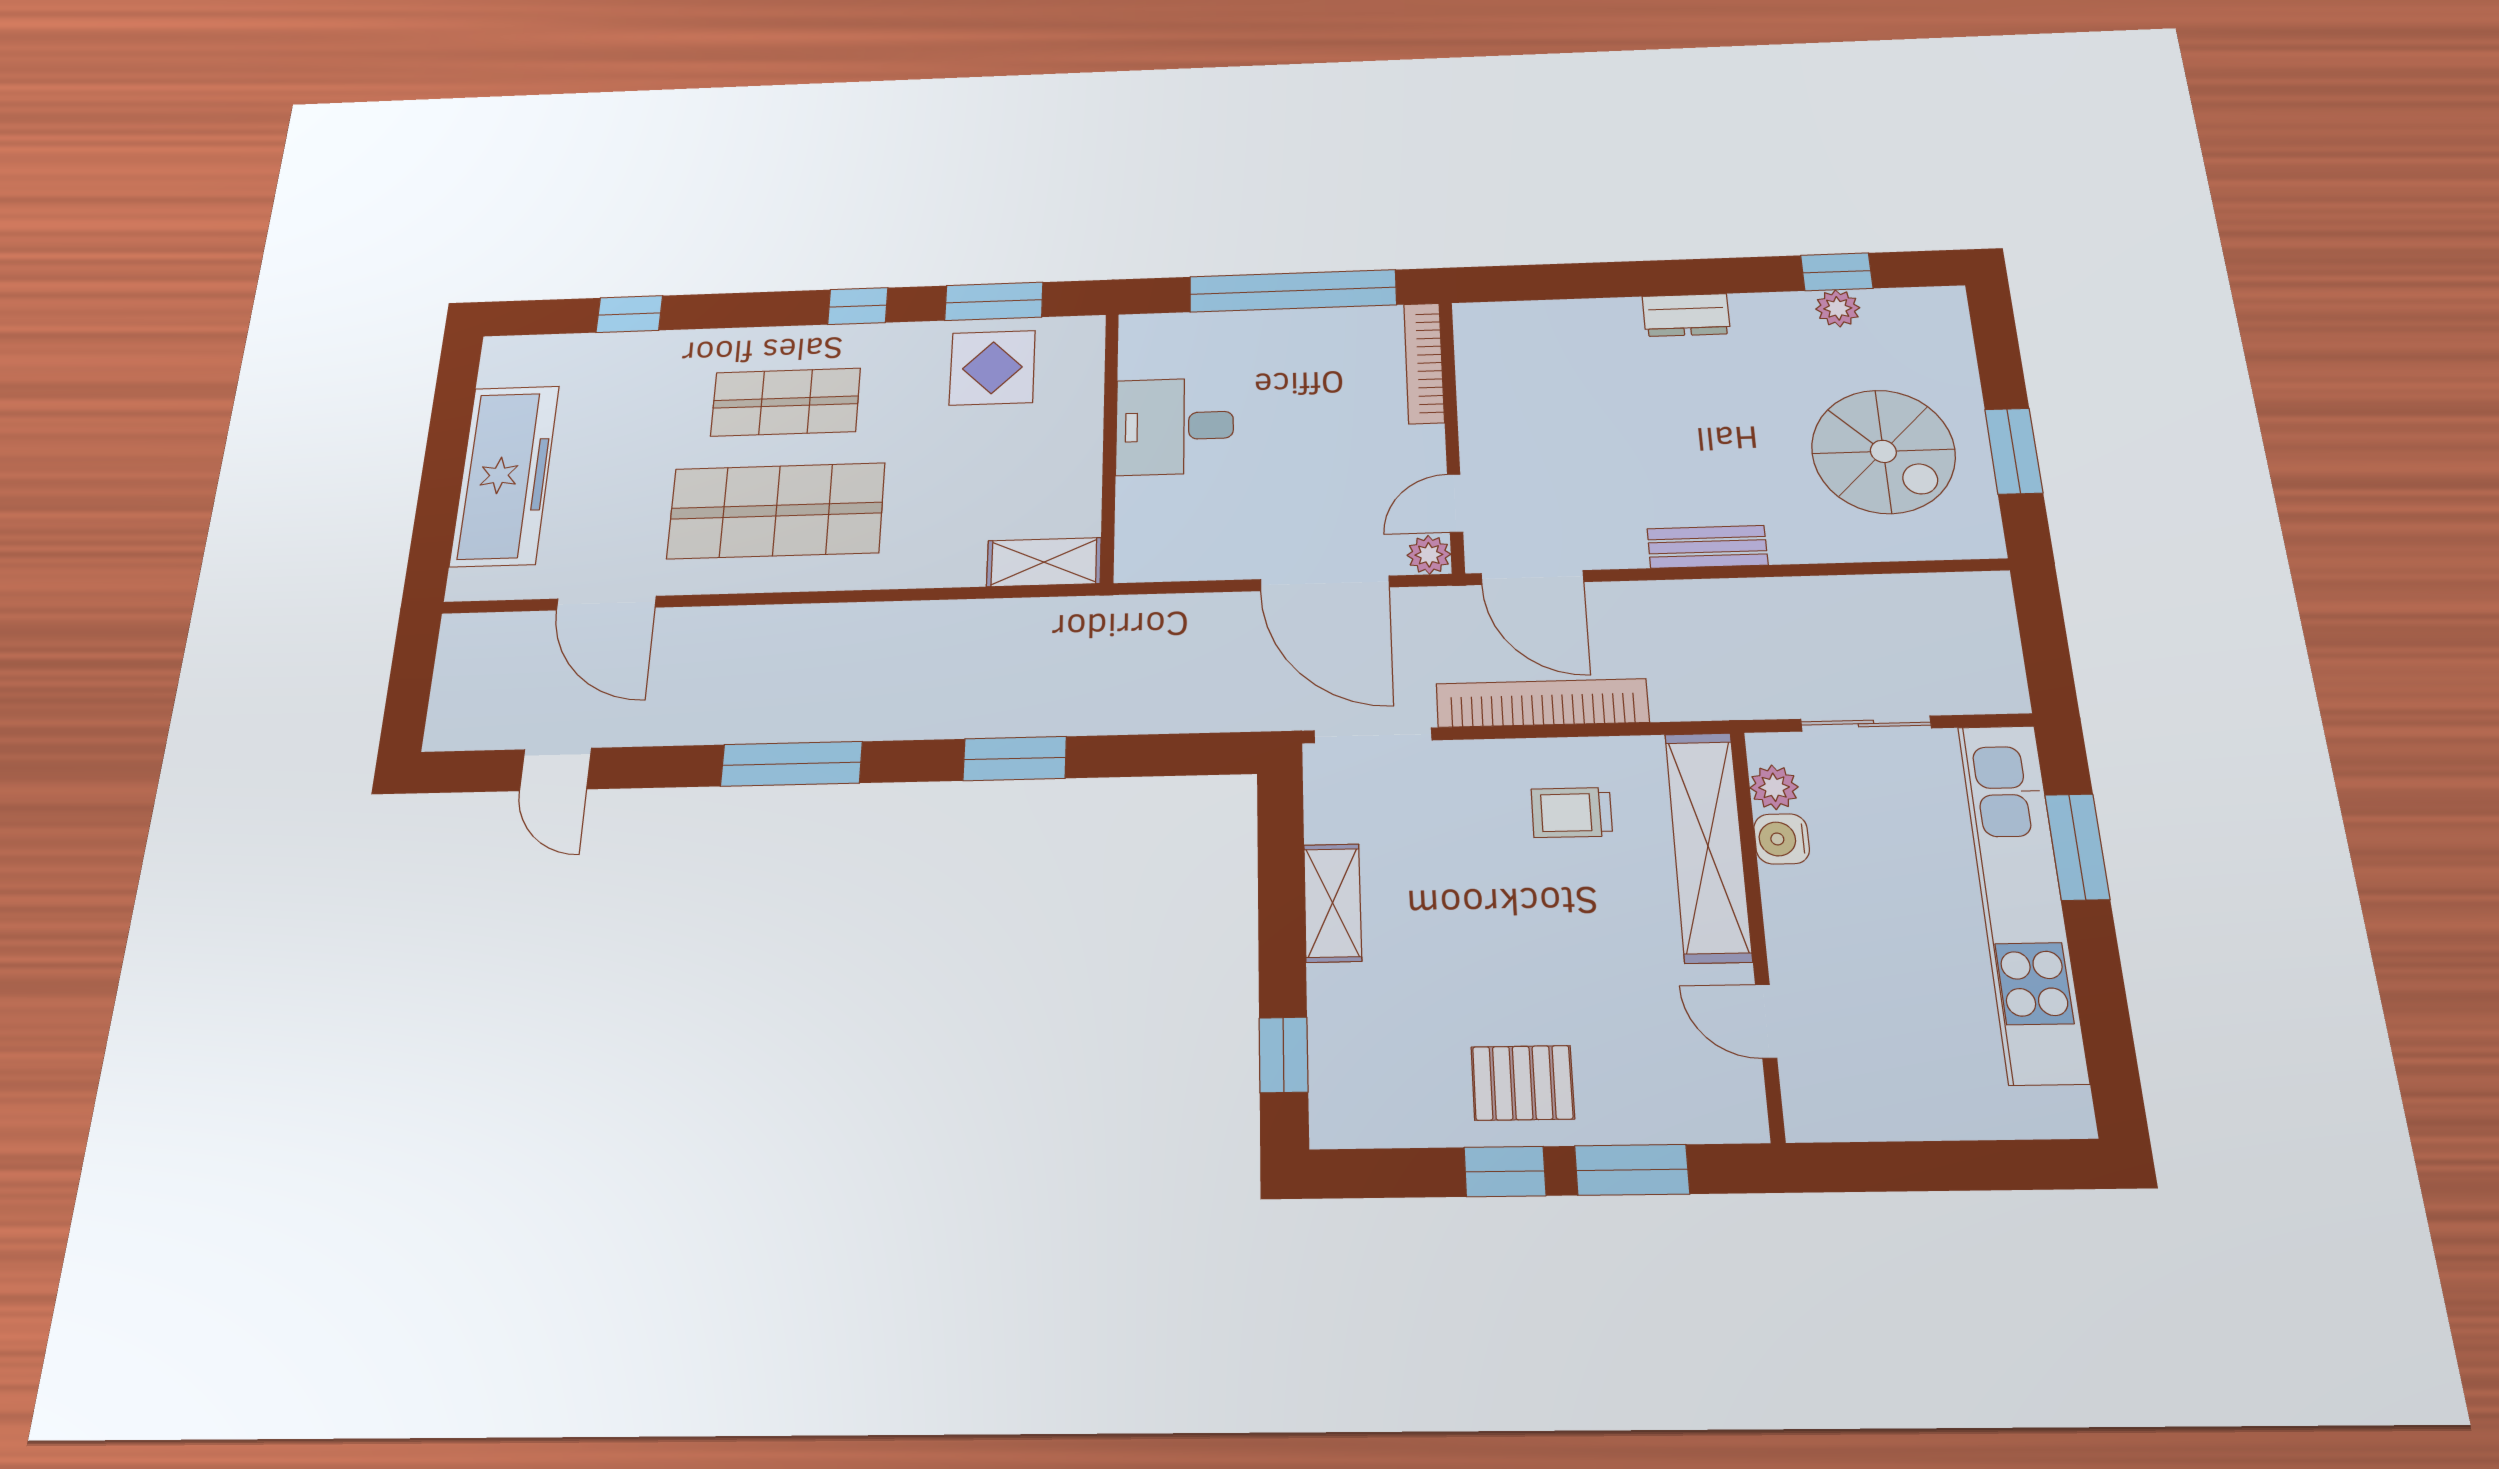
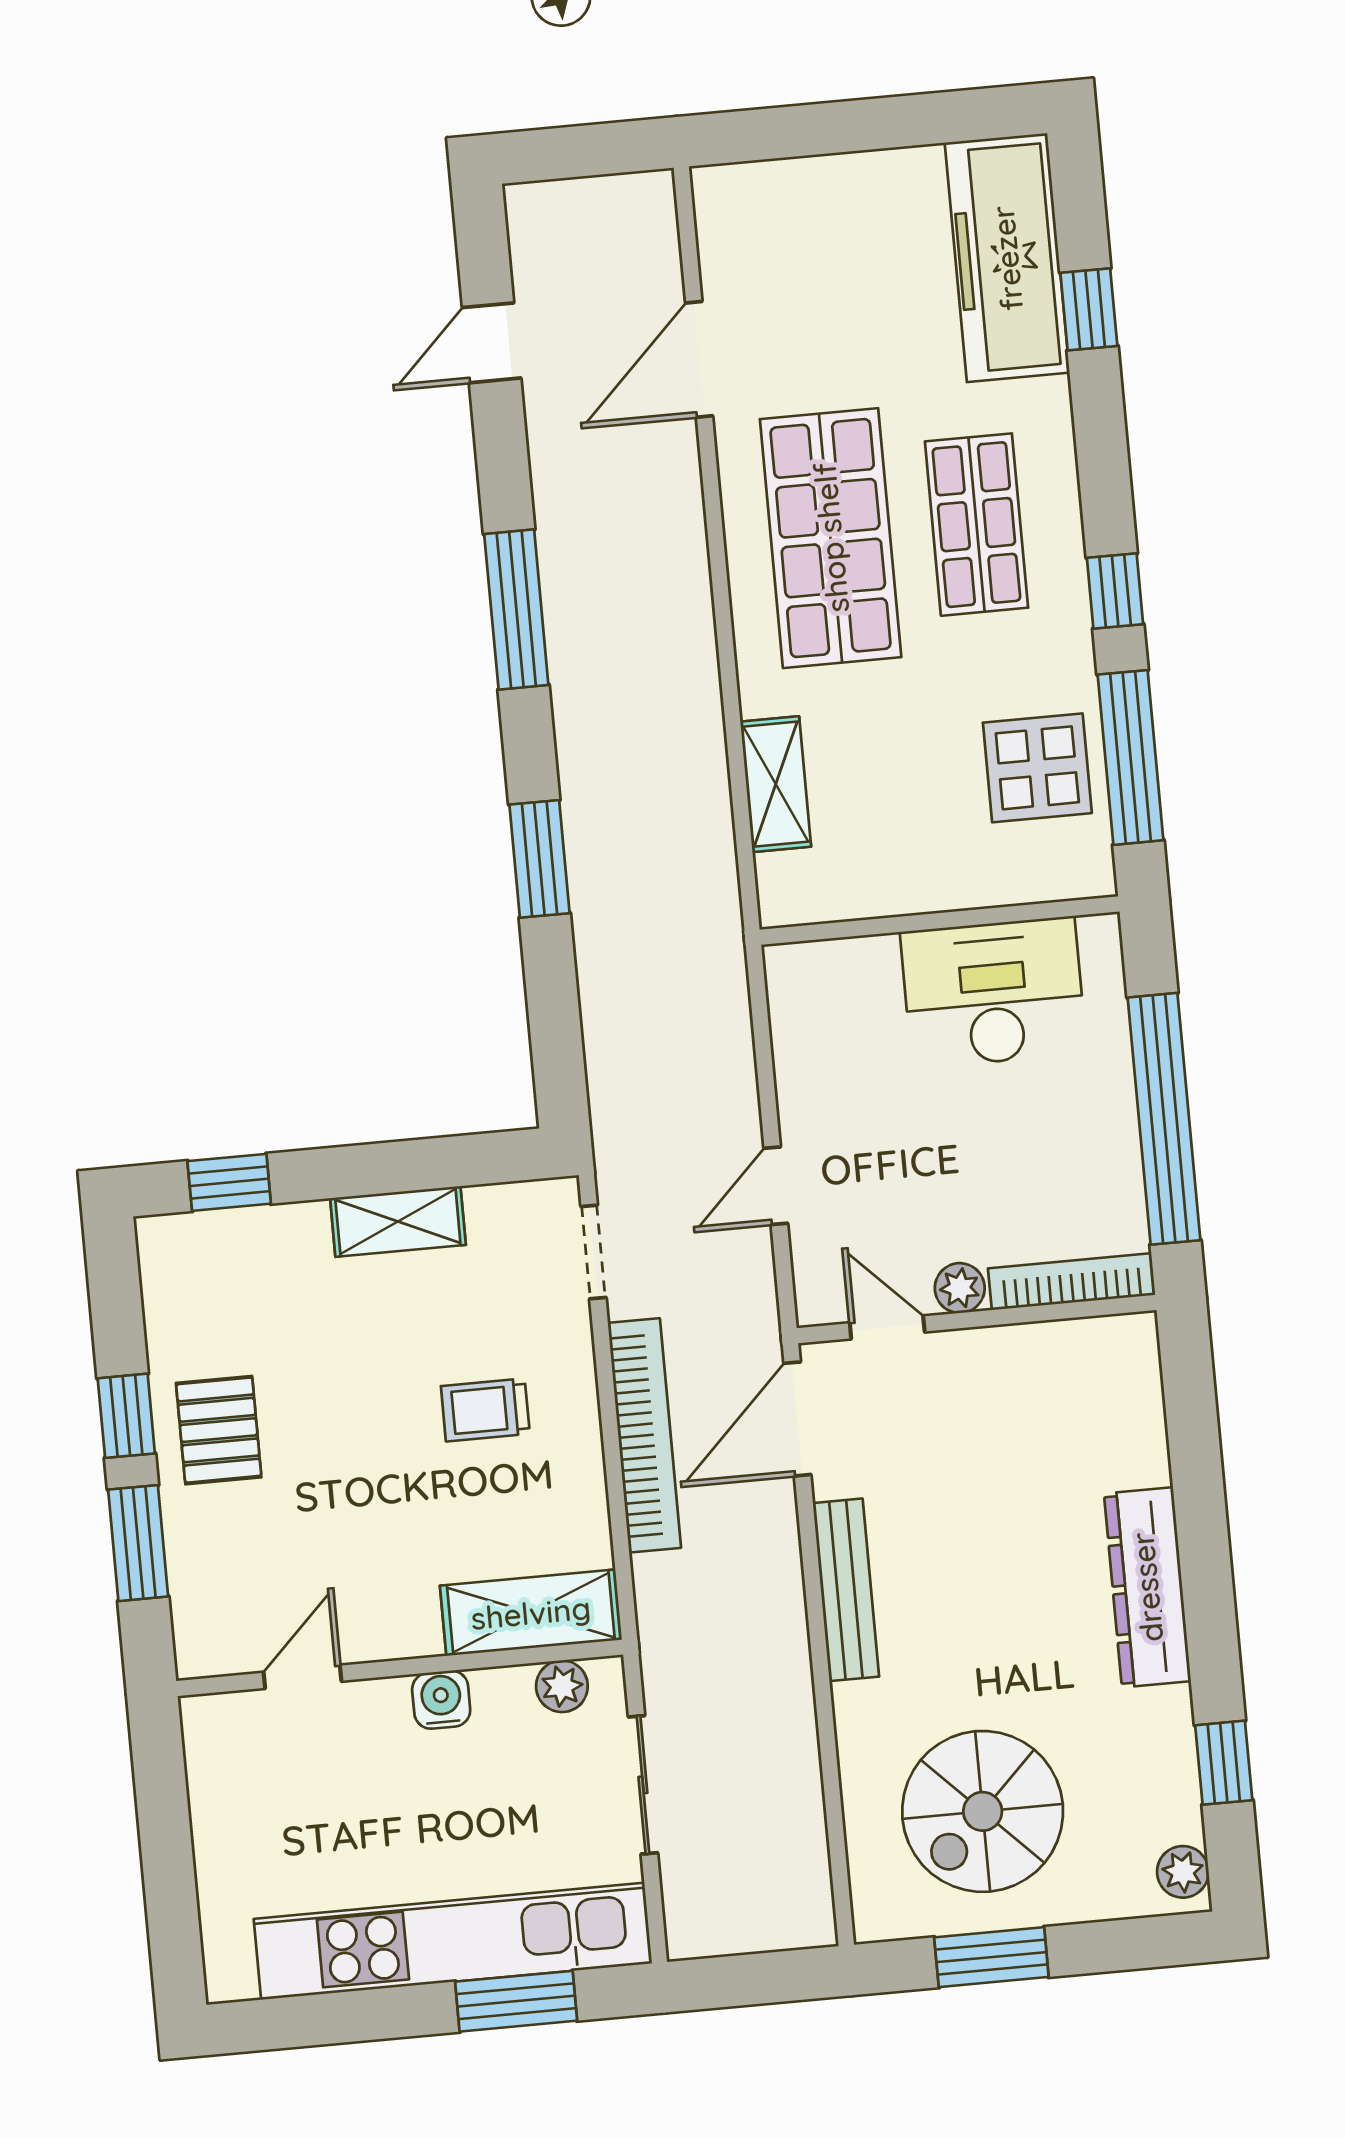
window: (994, 301) -> (1130, 757), width x1.44
plant: (1838, 308) -> (1183, 1872), moved
dresser: (1686, 315) -> (1147, 1587), width x1.96, depth x1.24
desk: (1175, 426) -> (993, 992), width x1.37
freezer: (505, 475) -> (1007, 258), moved, turned 90
bench: (1707, 547) -> (846, 1590), width x1.36
plant: (1429, 555) -> (960, 1288), moved
shelving: (1044, 562) -> (776, 784), moved
door: (1325, 583) -> (776, 1186), width x0.53
doorway: (1373, 735) -> (594, 1252), width x0.73
trolley: (1572, 813) -> (485, 1410), moved, turned -90
water cooler: (1782, 839) -> (441, 1700), moved
shelving: (1708, 846) -> (531, 1613), width x0.68

